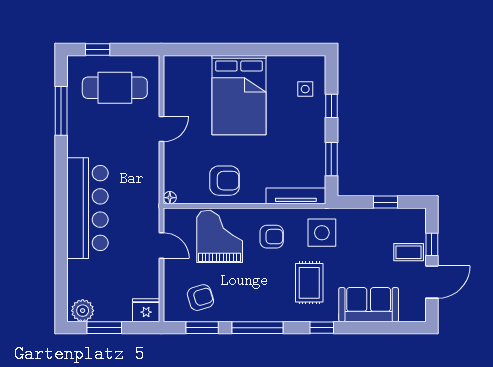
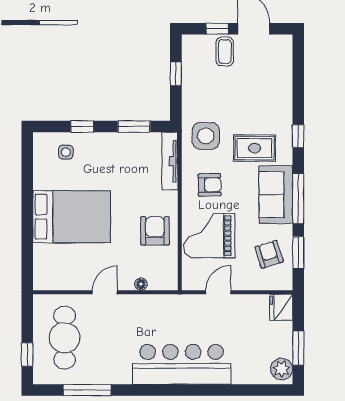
door: (162, 129) -> (105, 292), hinge flipped
floor lamp: (170, 198) -> (141, 284), moved
armchair: (272, 237) -> (210, 185), turned 89
sofa: (369, 305) -> (276, 195), moved

